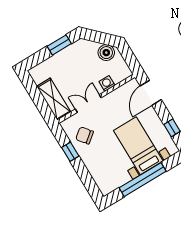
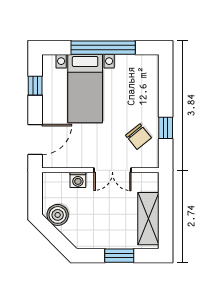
window: (59, 45) -> (119, 256), moved
shelving: (54, 99) -> (148, 219), moved

